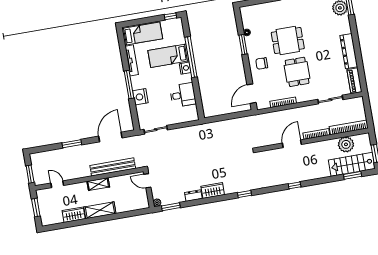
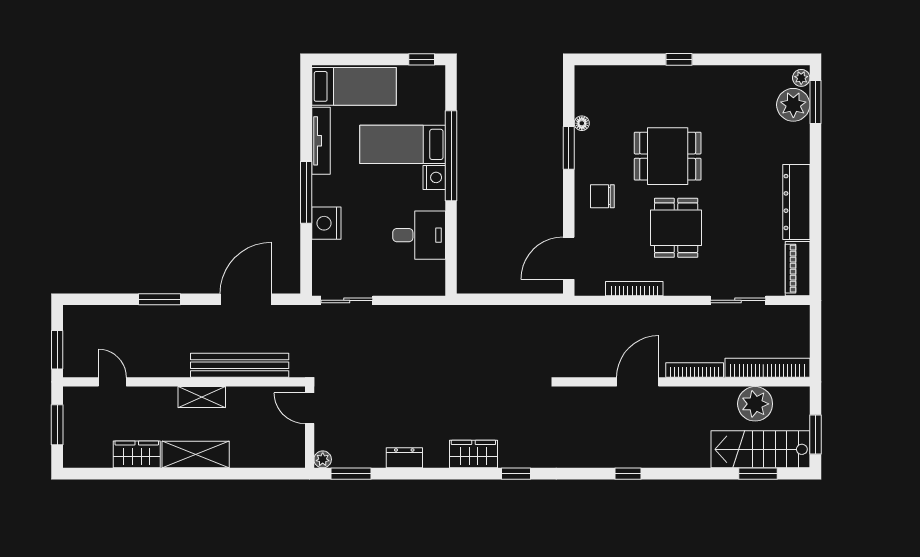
wardrobe: (213, 191) -> (473, 454), moved

